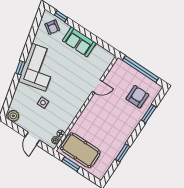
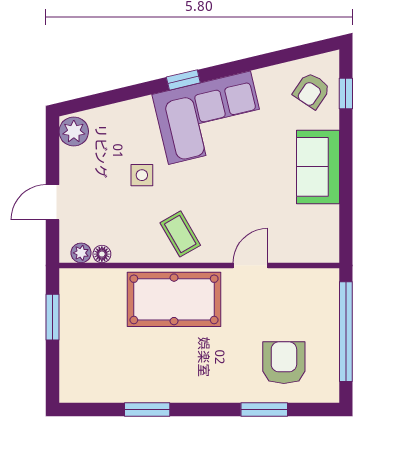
door: (97, 86) -> (250, 265), swing flipped
armchair: (137, 97) -> (284, 363), turned -90
coffee table: (71, 103) -> (180, 234), added
pool table: (80, 150) -> (174, 299), moved, turned 90

